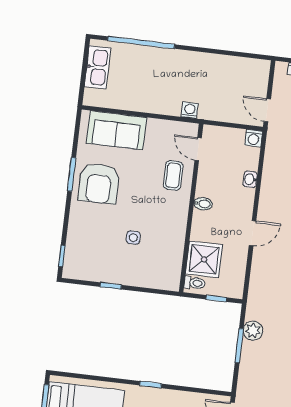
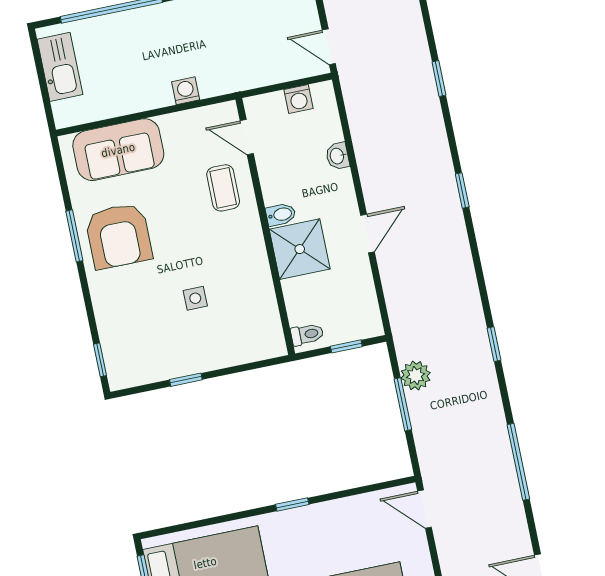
washing machine: (190, 110) -> (186, 91), moved
washing machine: (254, 138) -> (299, 99), moved
shower: (204, 259) -> (300, 249), moved

